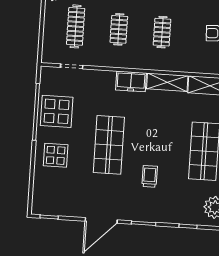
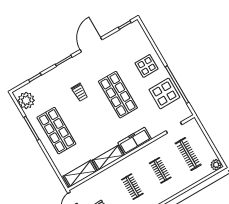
freezer: (131, 81) -> (135, 141), width x1.40

